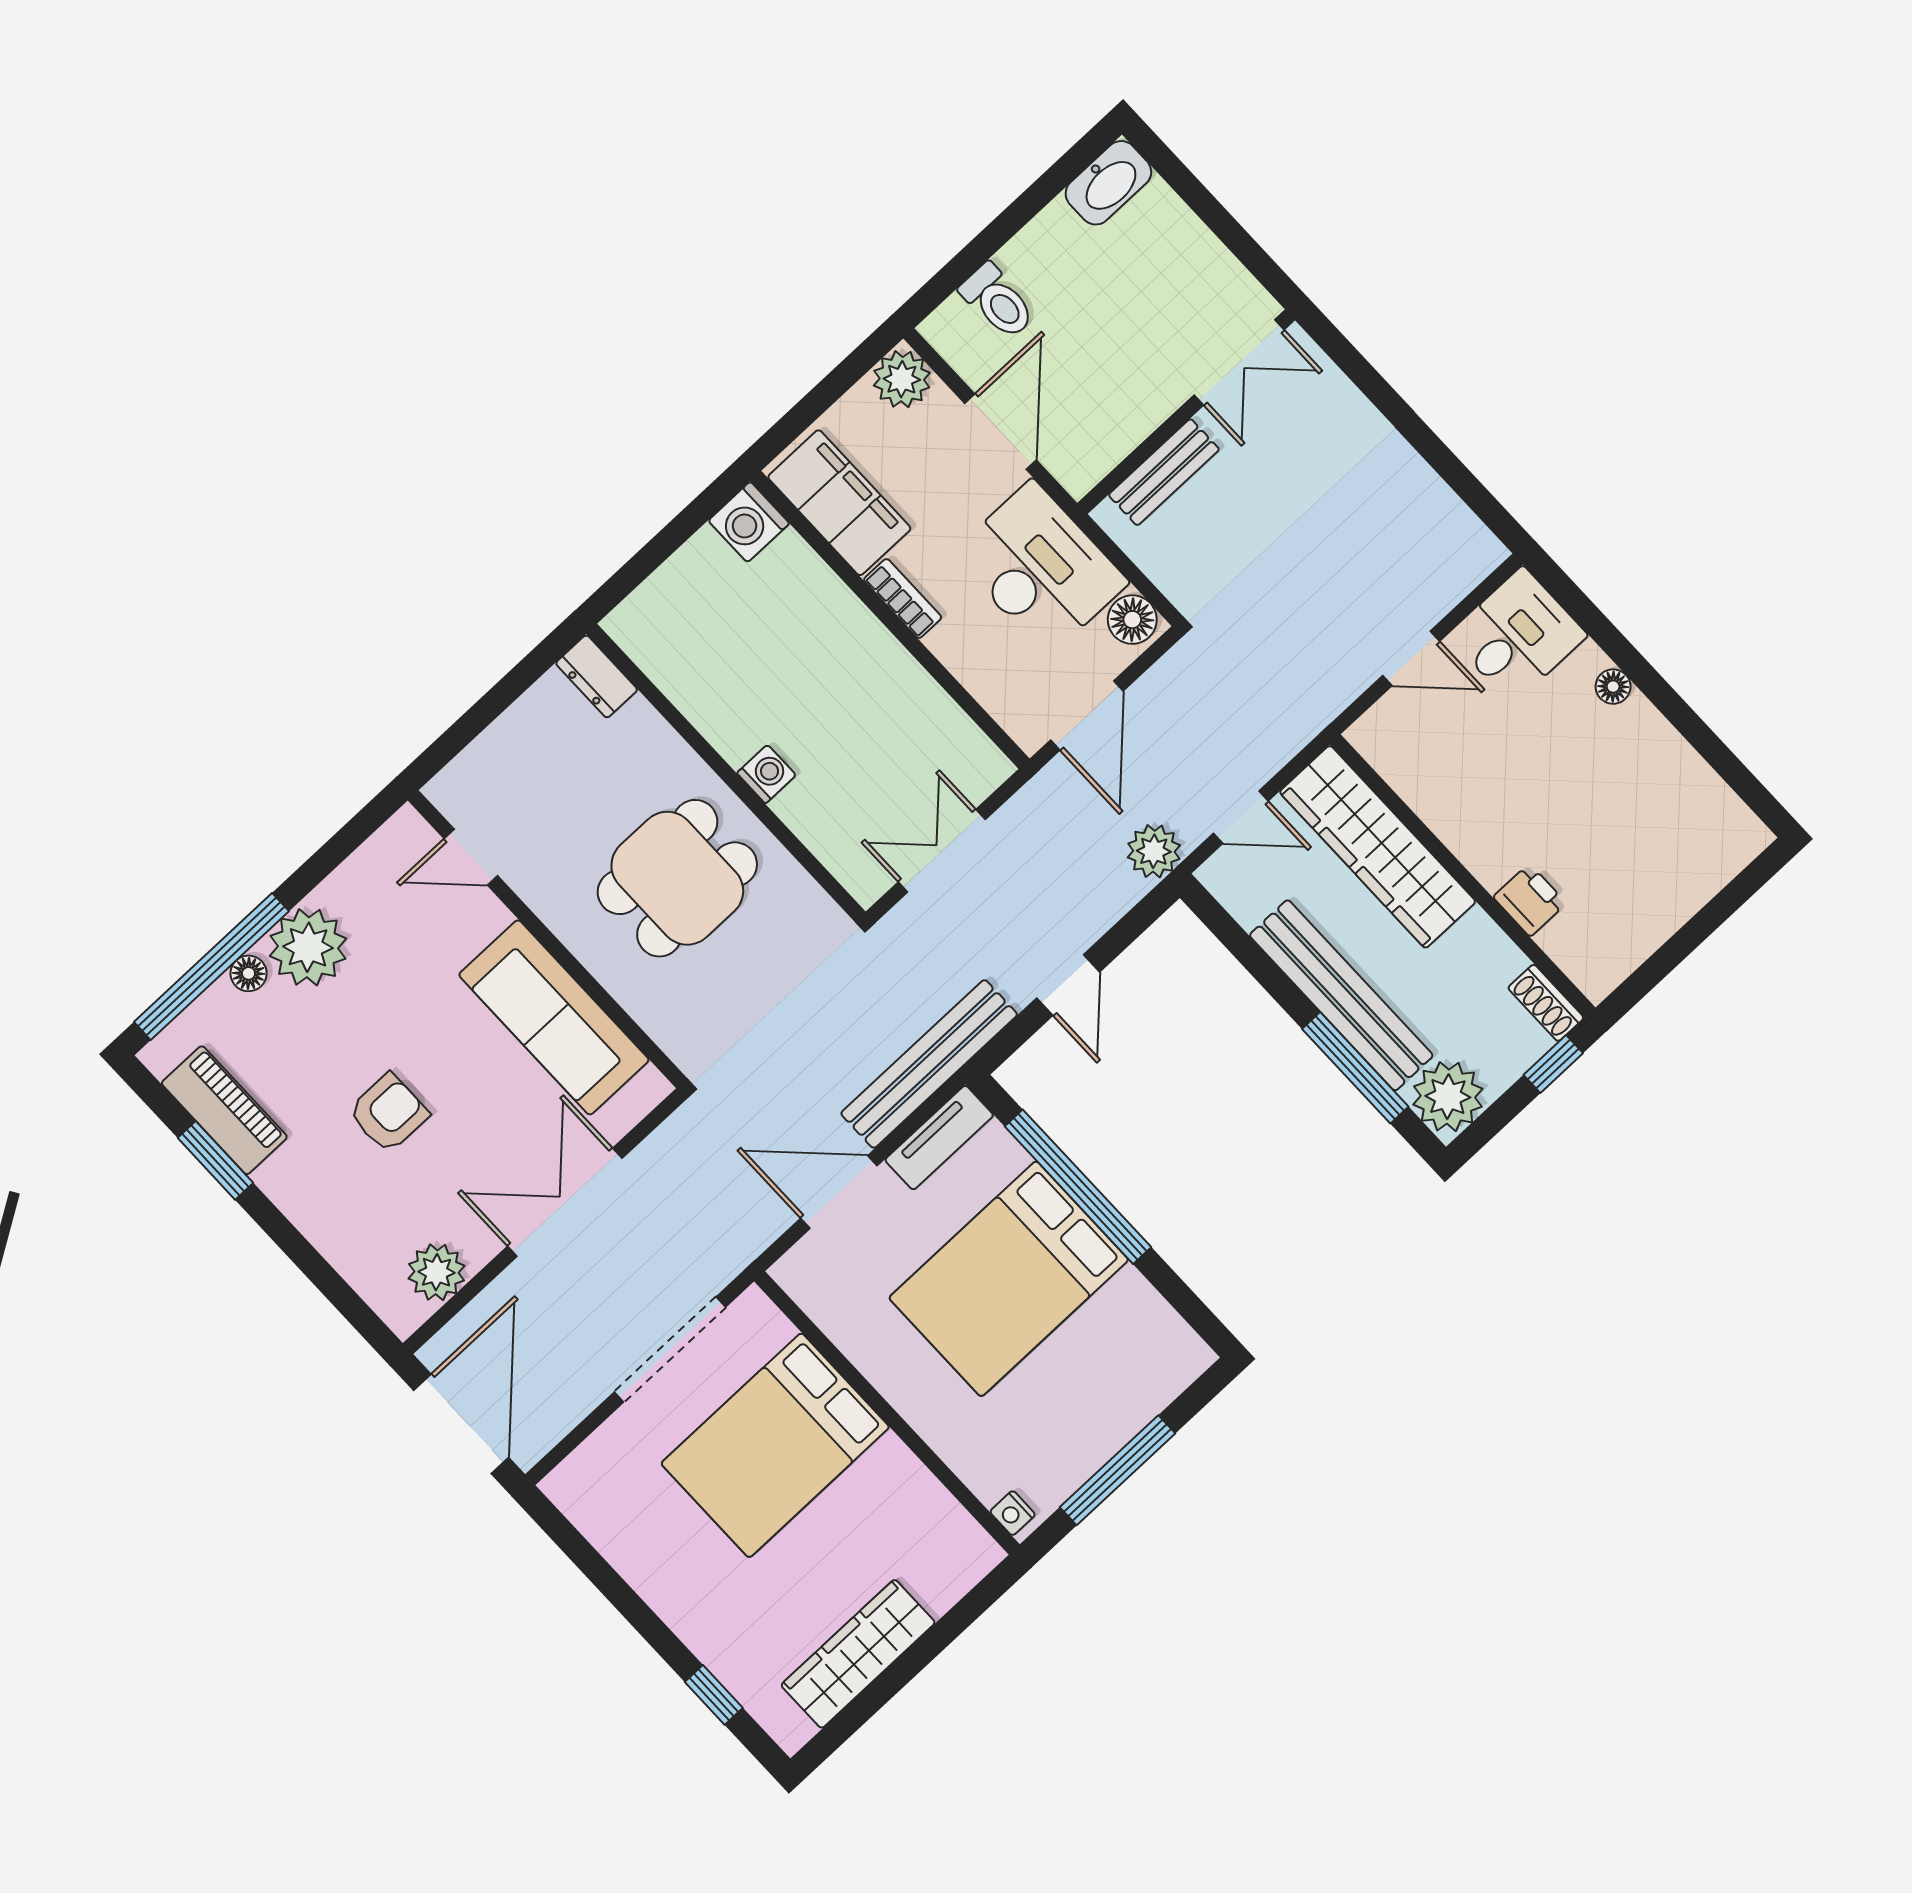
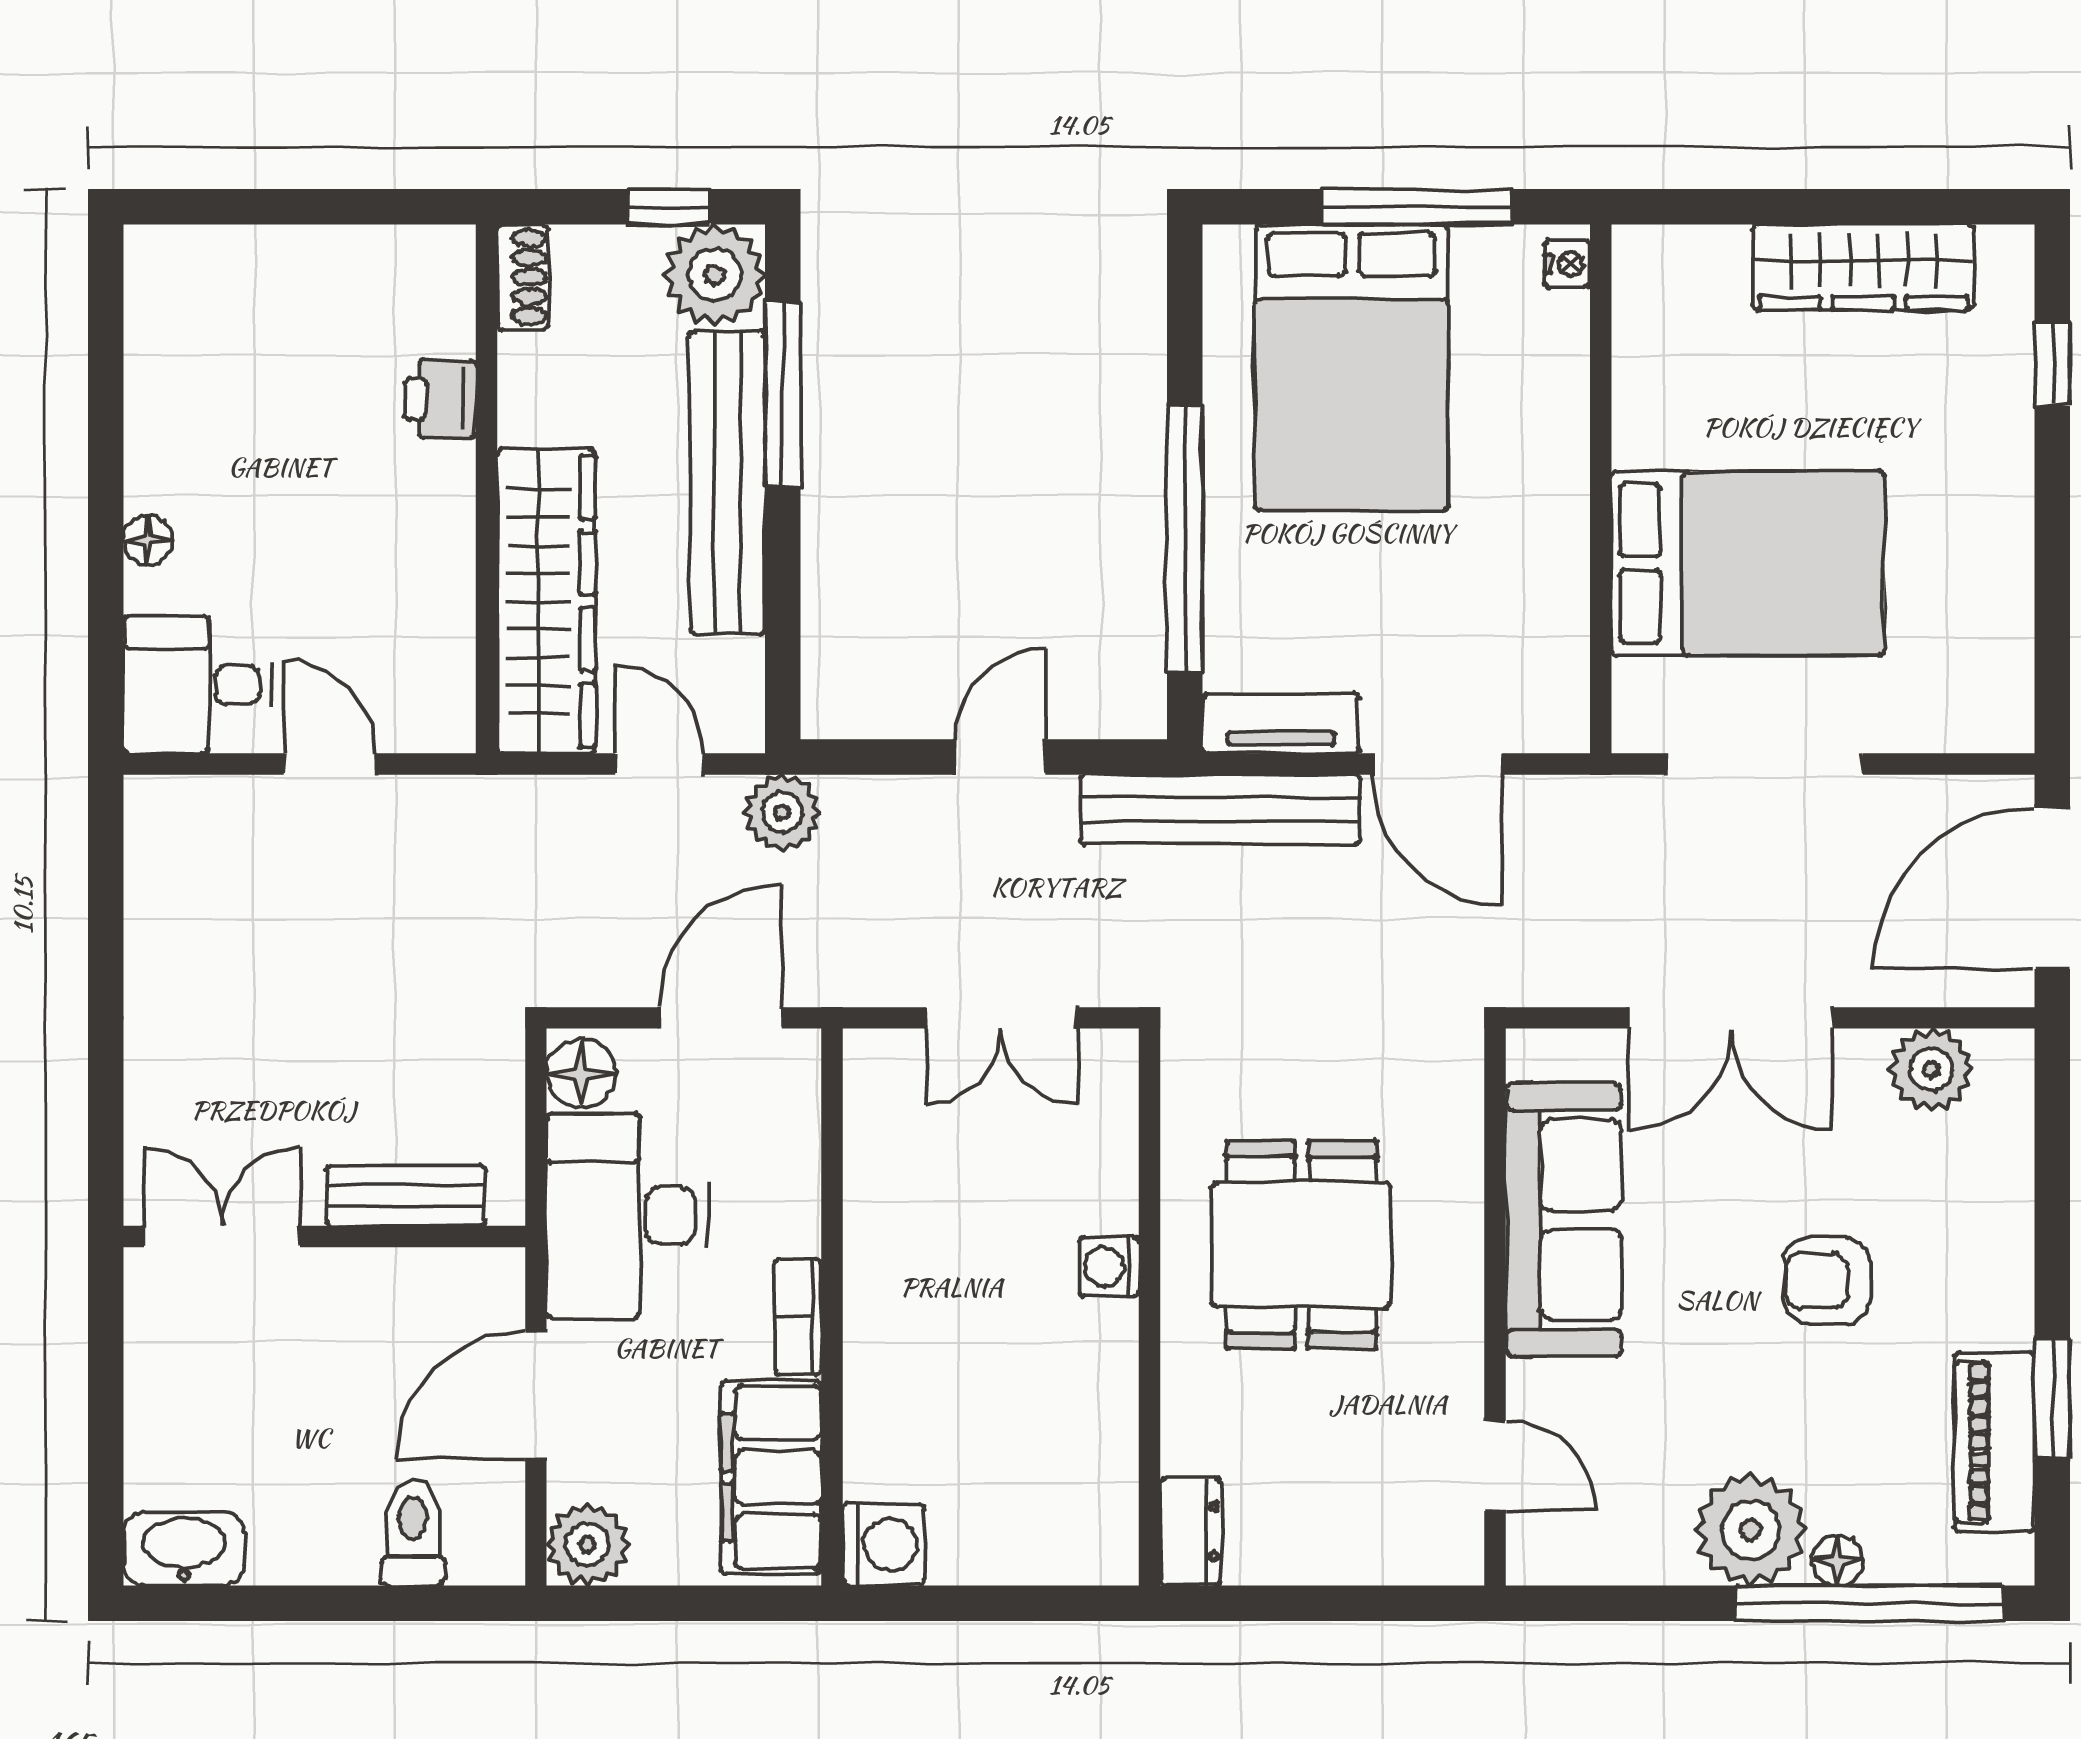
dining table: (677, 878) -> (1302, 1245), turned 90
window: (1553, 1064) -> (669, 207), moved
bed: (1009, 1279) -> (1352, 367), moved, turned 90

